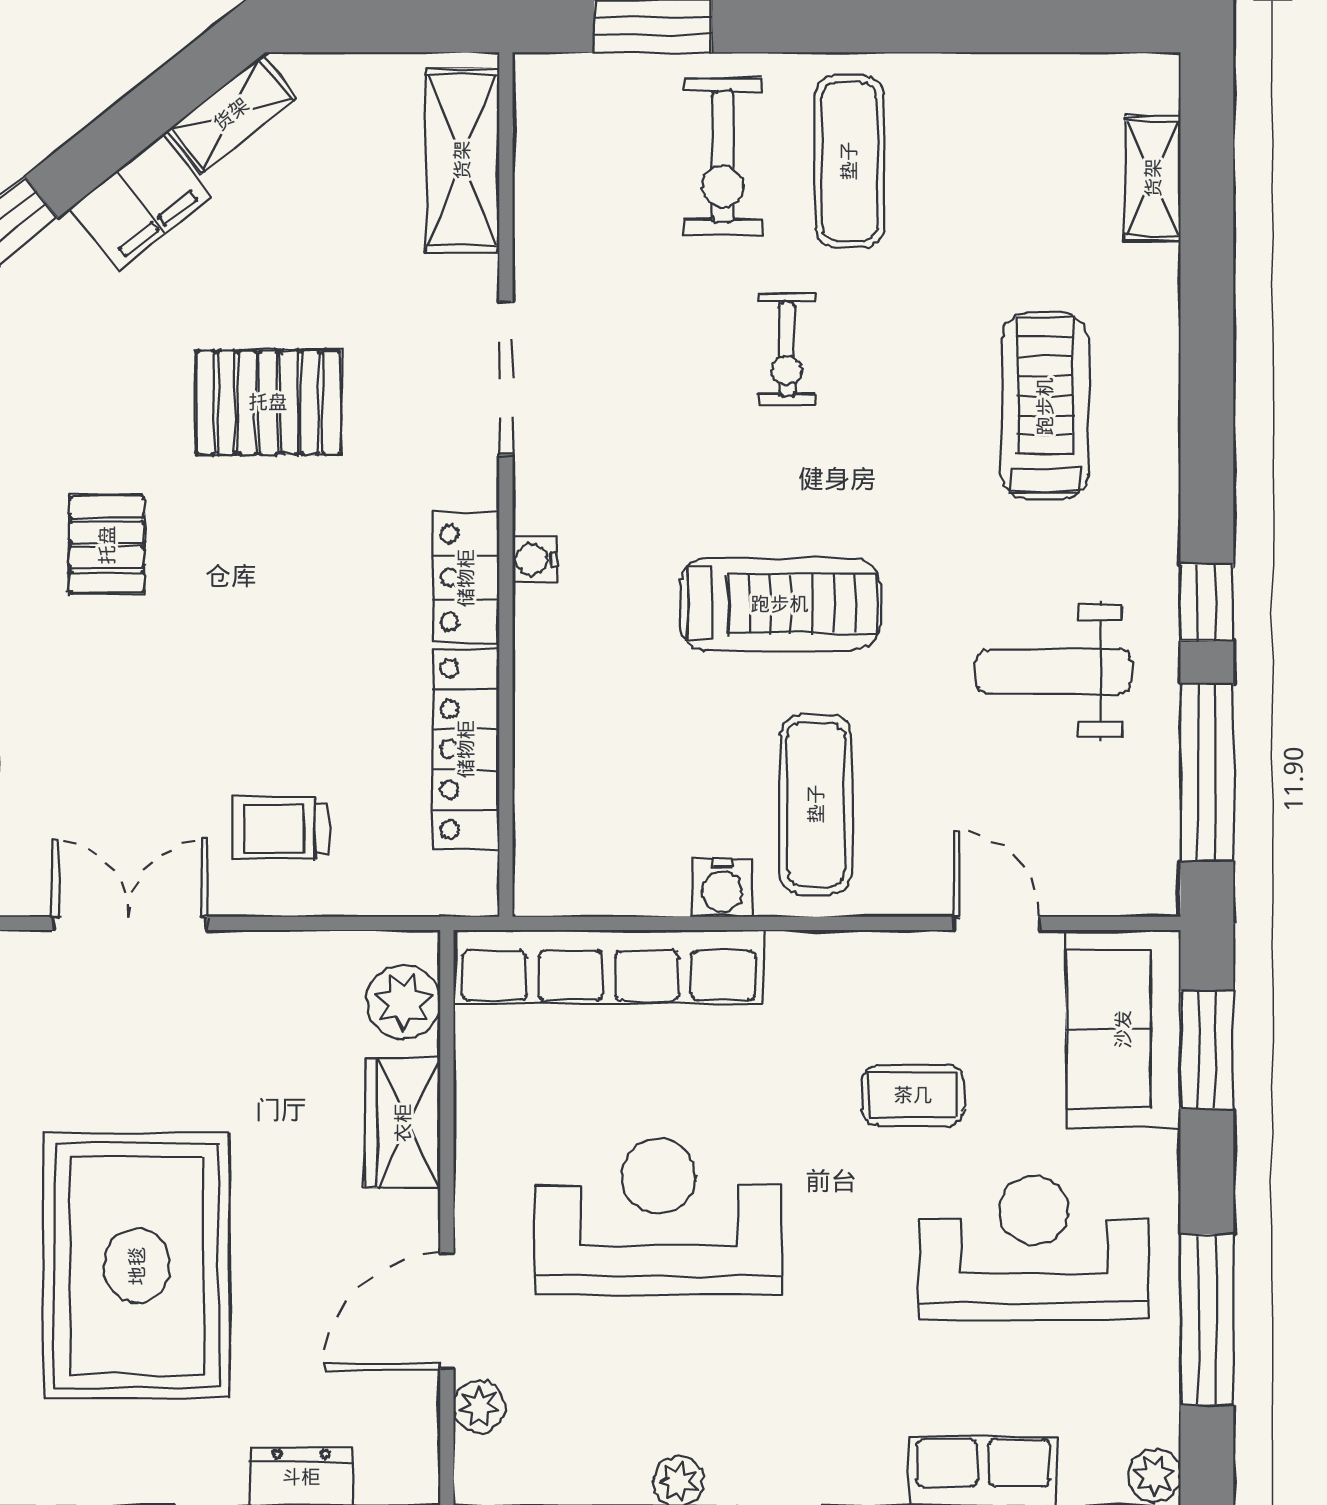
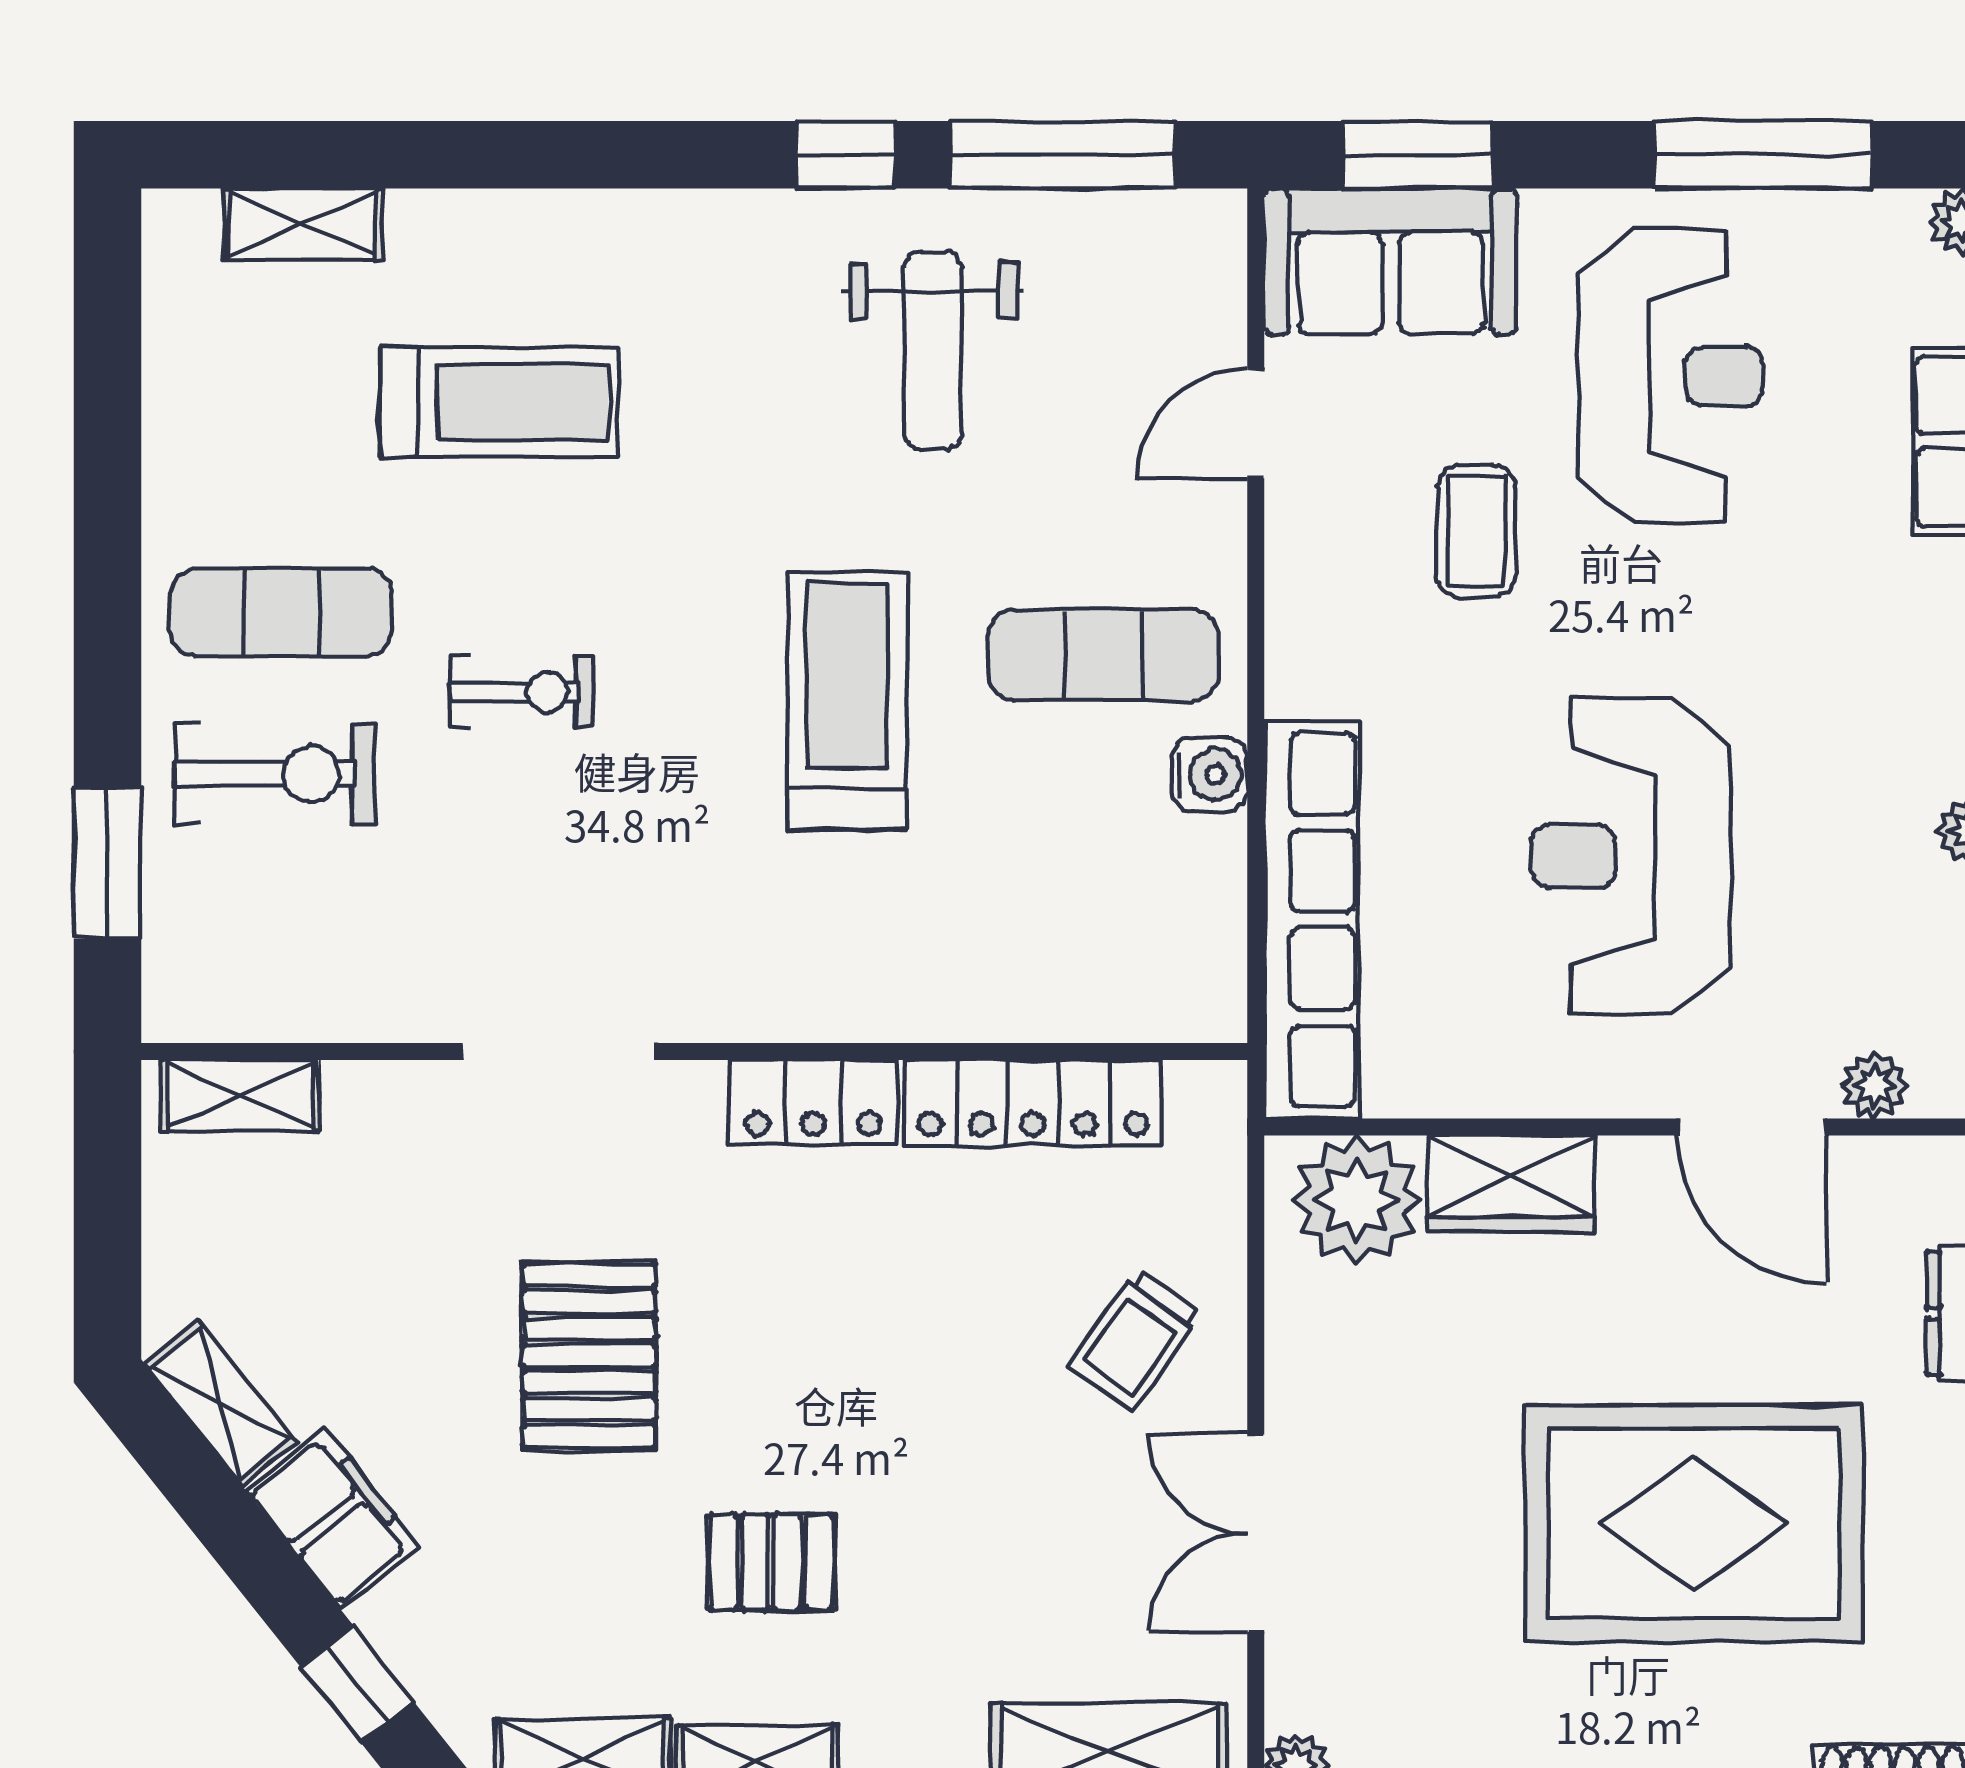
shelving: (462, 160) -> (240, 1095), width x0.67, depth x0.75
treadmill: (1045, 406) -> (499, 402), moved, turned 180
water cooler: (535, 560) -> (791, 1014), removed
trolley: (281, 829) -> (1135, 1340), turned 35
plant: (403, 1002) -> (1357, 1200), width x1.36, depth x1.36
reception desk: (1034, 1248) -> (1671, 376), turned 180

